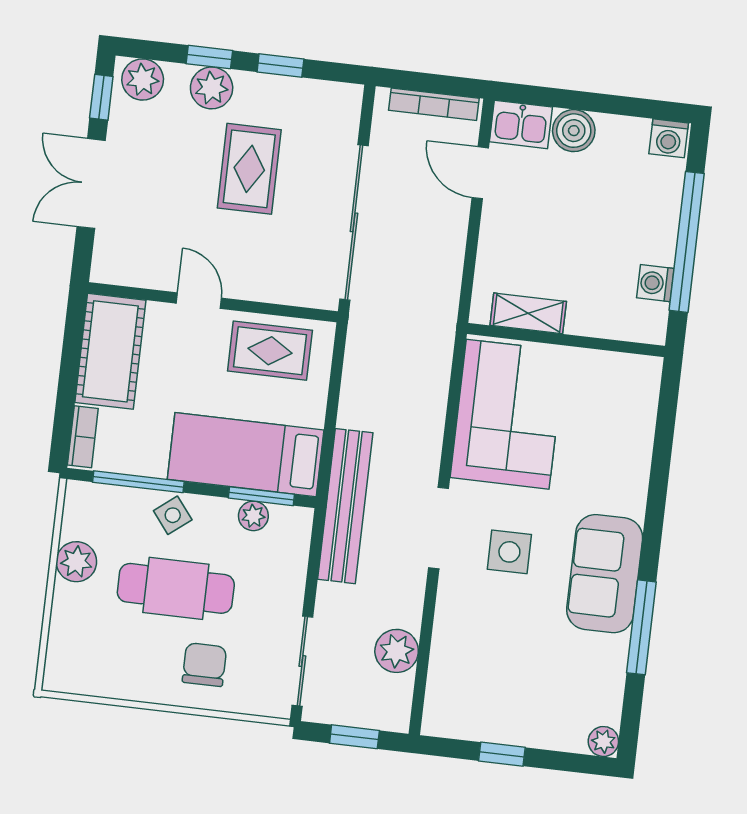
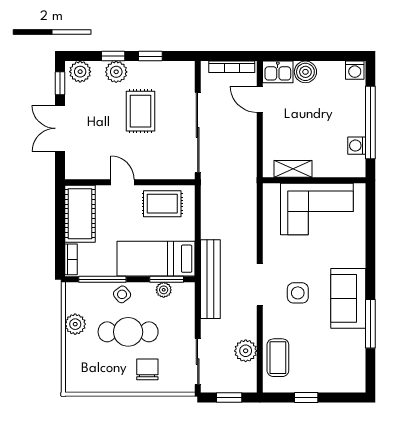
corner sofa: (508, 414) -> (317, 209), moved, turned 90
coffee table: (457, 671) -> (278, 358), added
plant: (603, 741) -> (358, 385), removed

